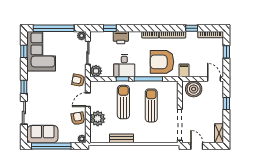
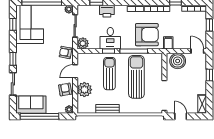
armchair: (162, 62) -> (147, 35), turned 180
sun lounger: (151, 105) -> (136, 77), width x1.36, depth x1.34

